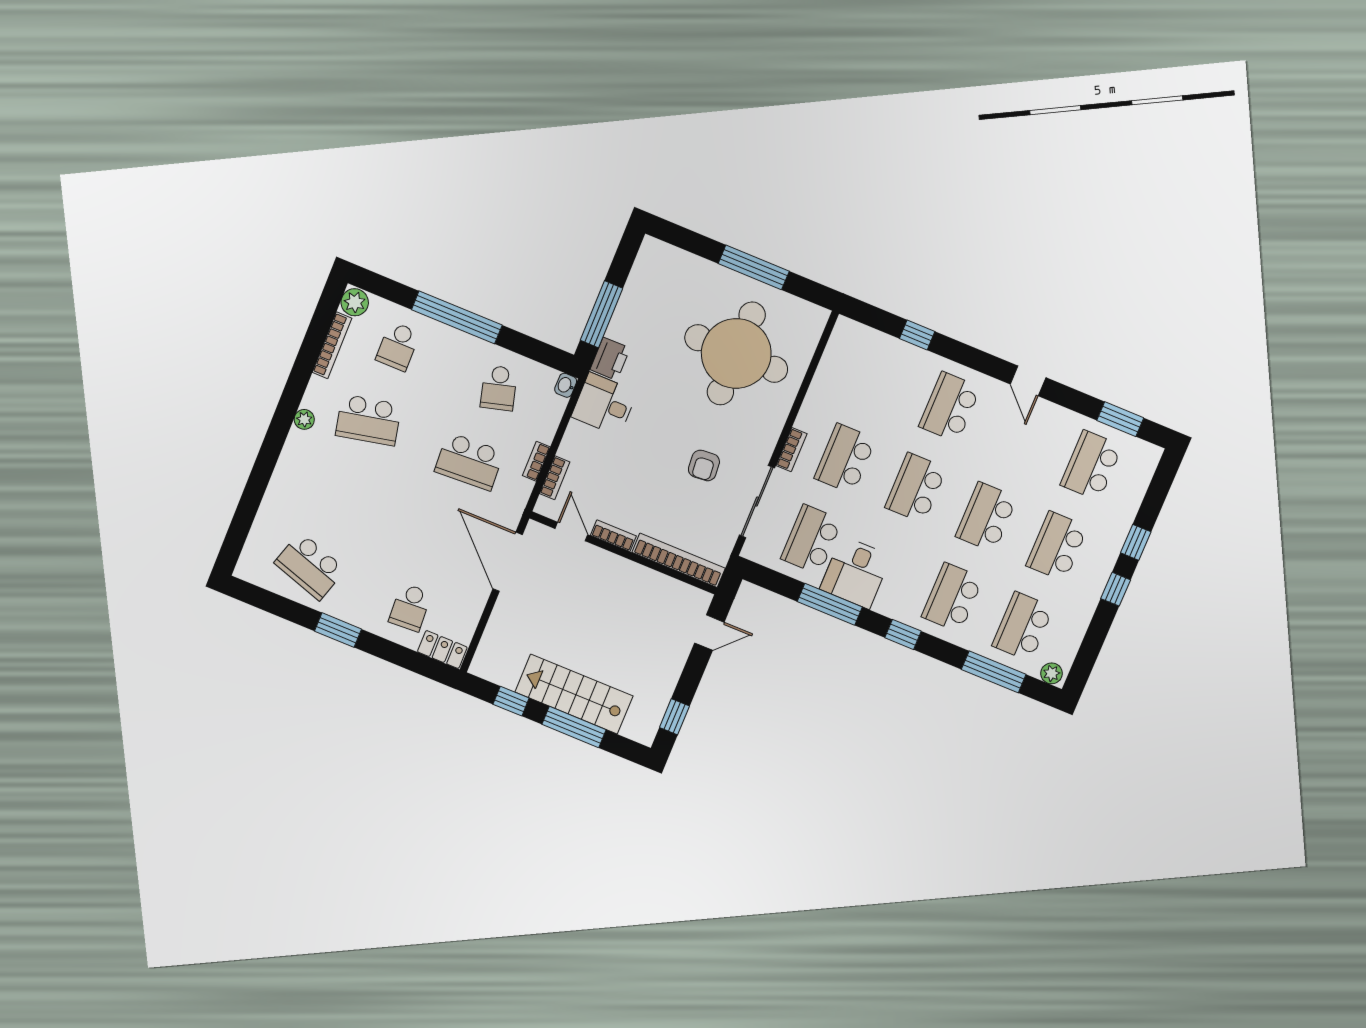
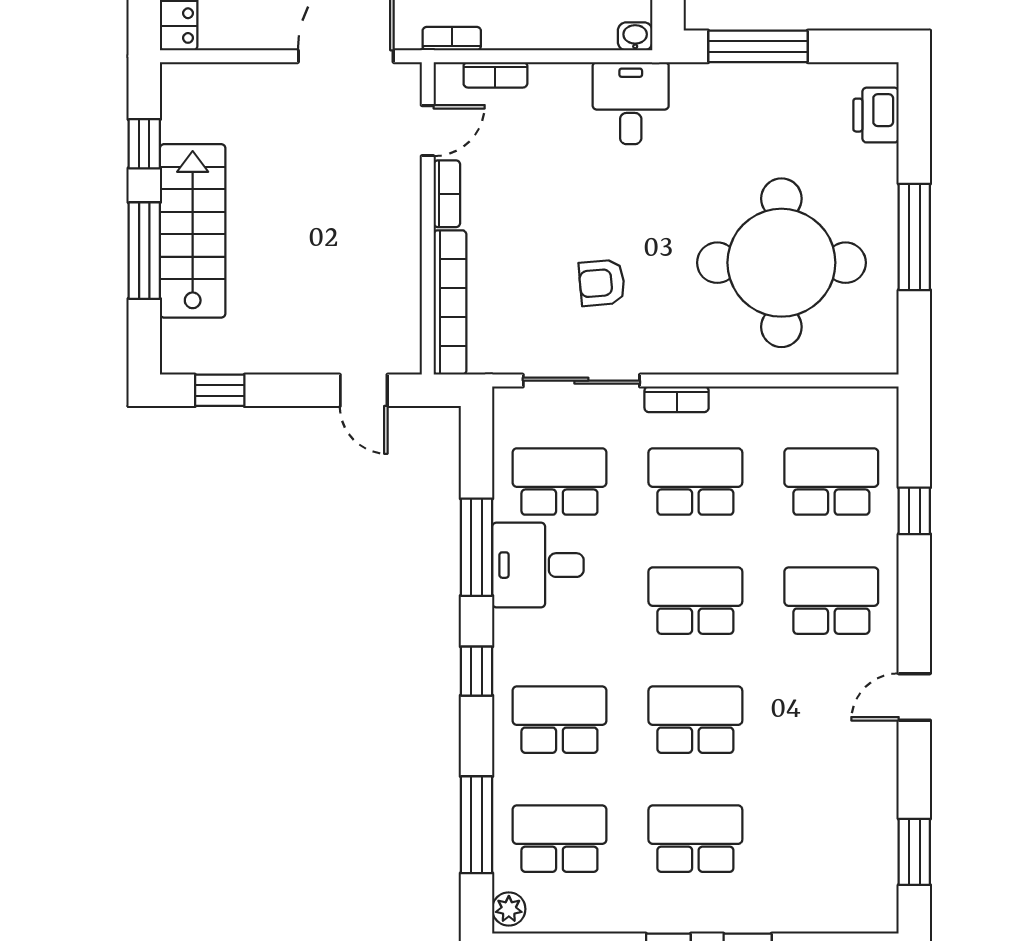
printer: (610, 359) -> (876, 115), moved, turned 90
bookcase: (536, 461) -> (452, 39), moved
school desk: (1091, 465) -> (831, 482), moved

